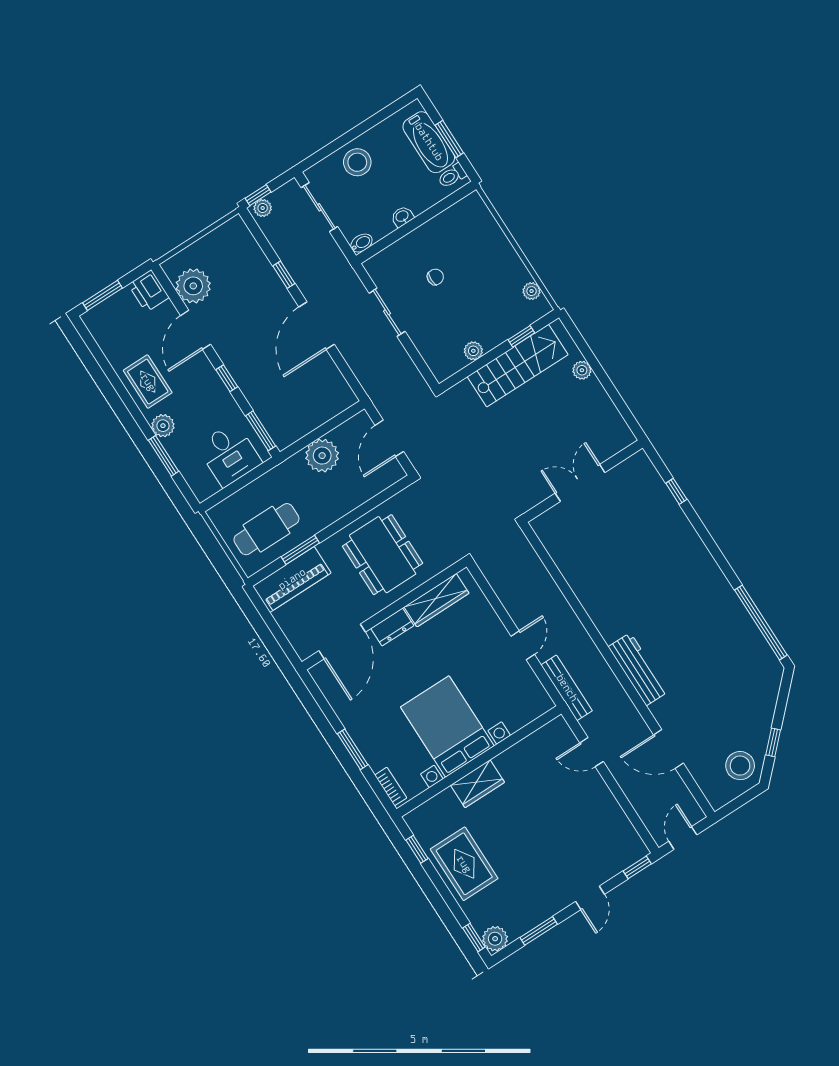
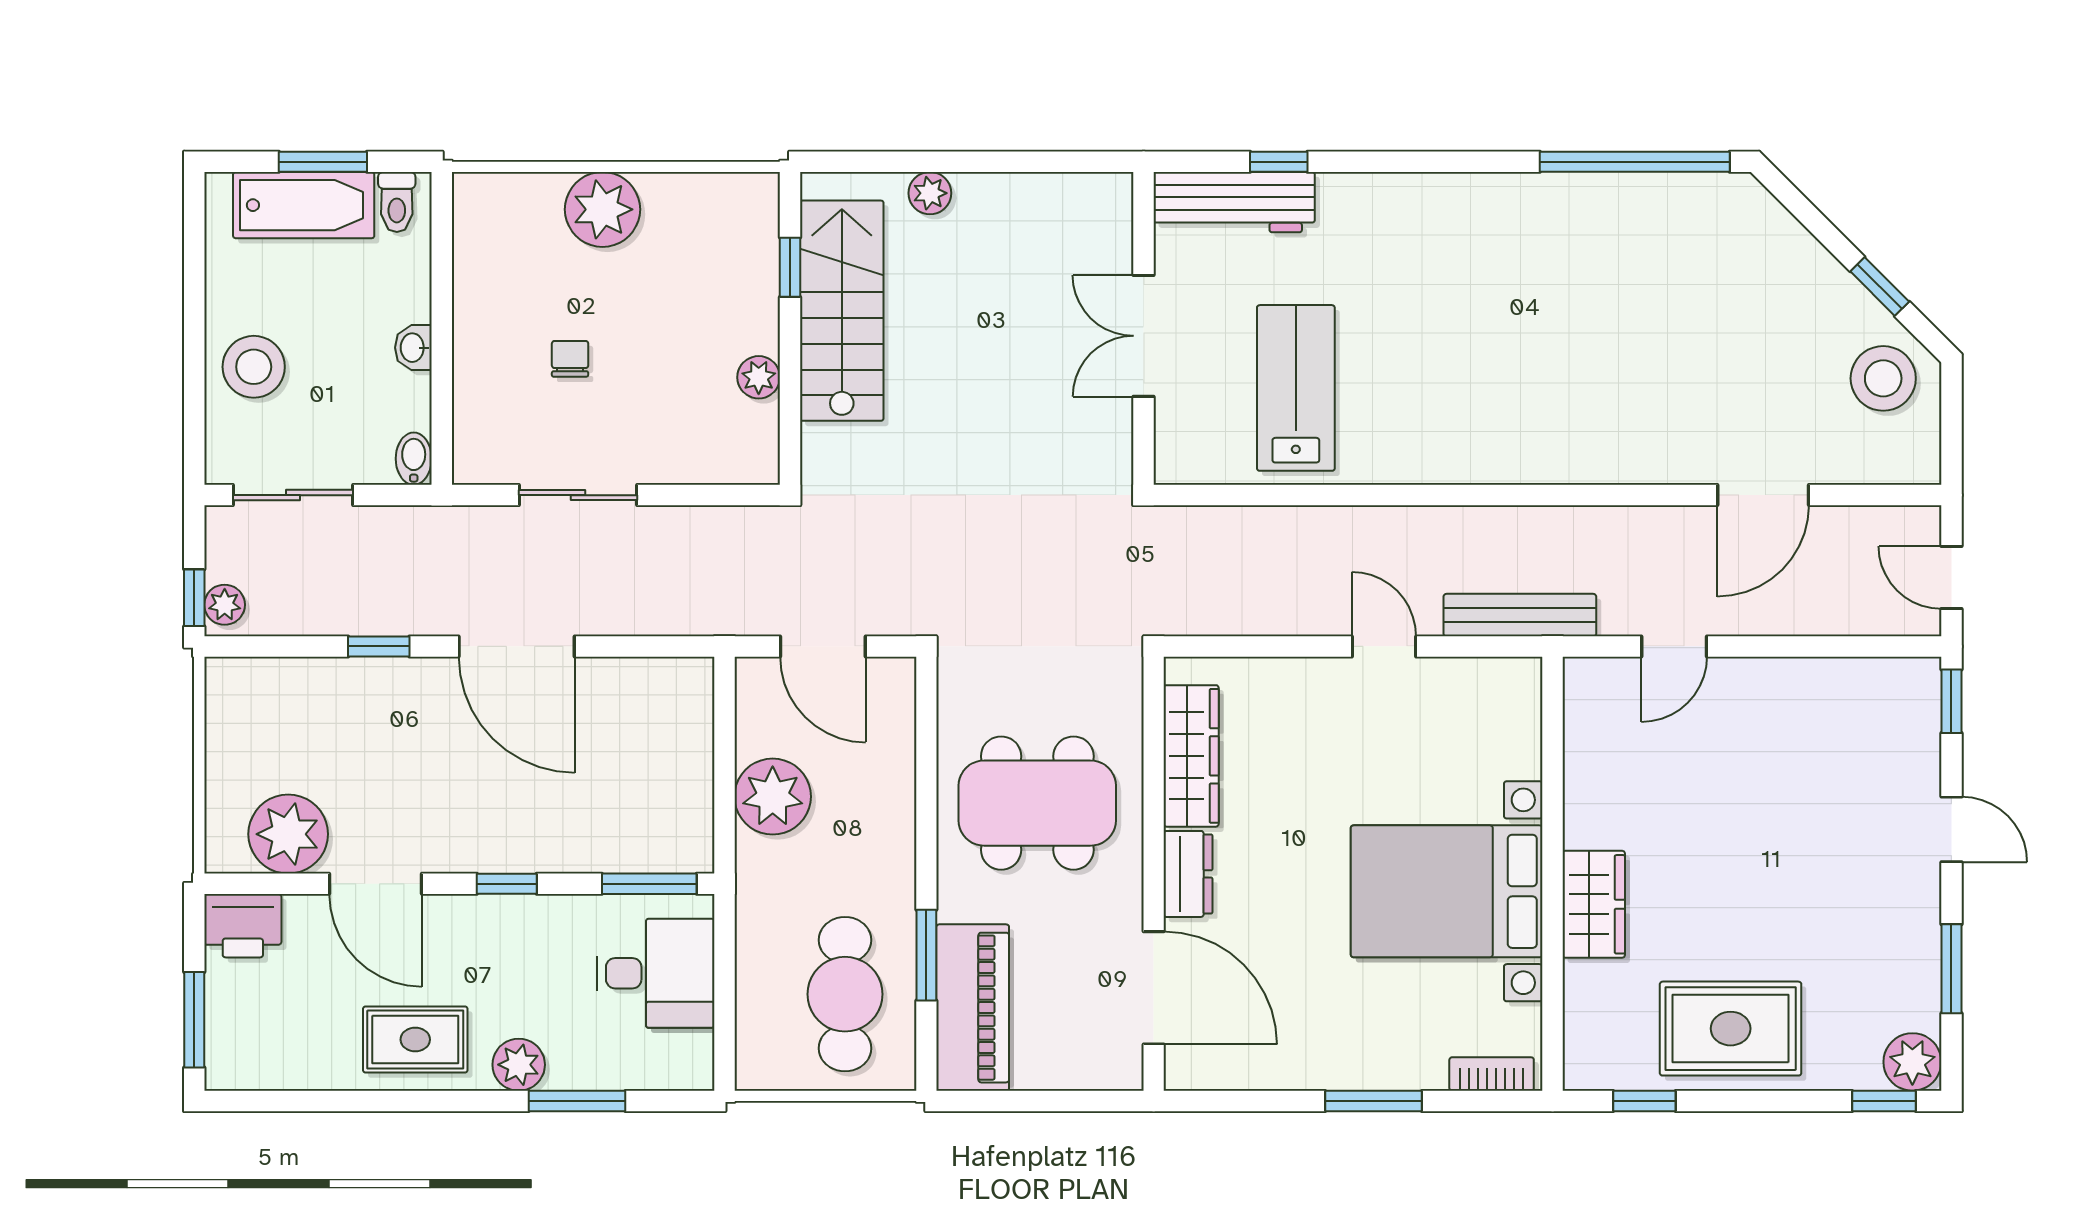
plant: (532, 291) -> (602, 209), moved, width x1.88, depth x1.88
lab bench: (597, 551) -> (1296, 388), added
workbench: (638, 669) -> (1234, 202), moved, turned 180

